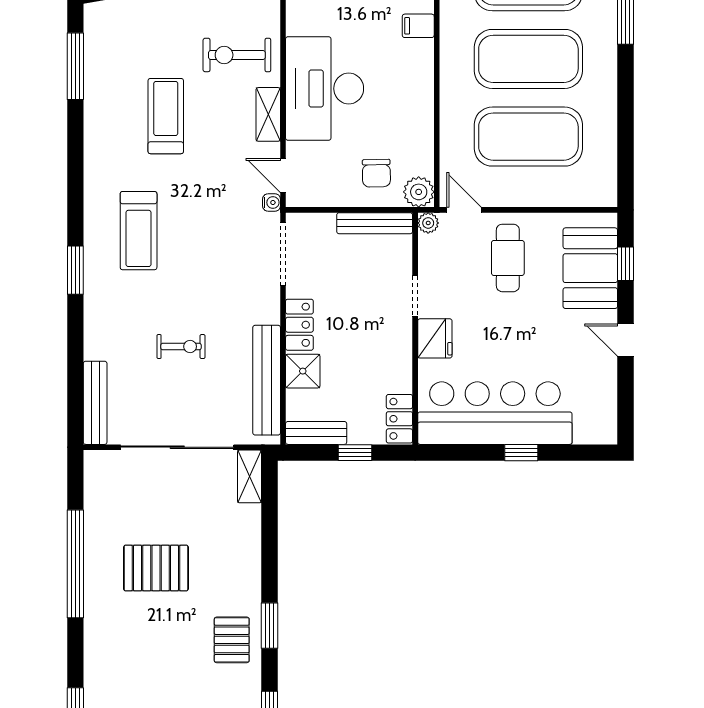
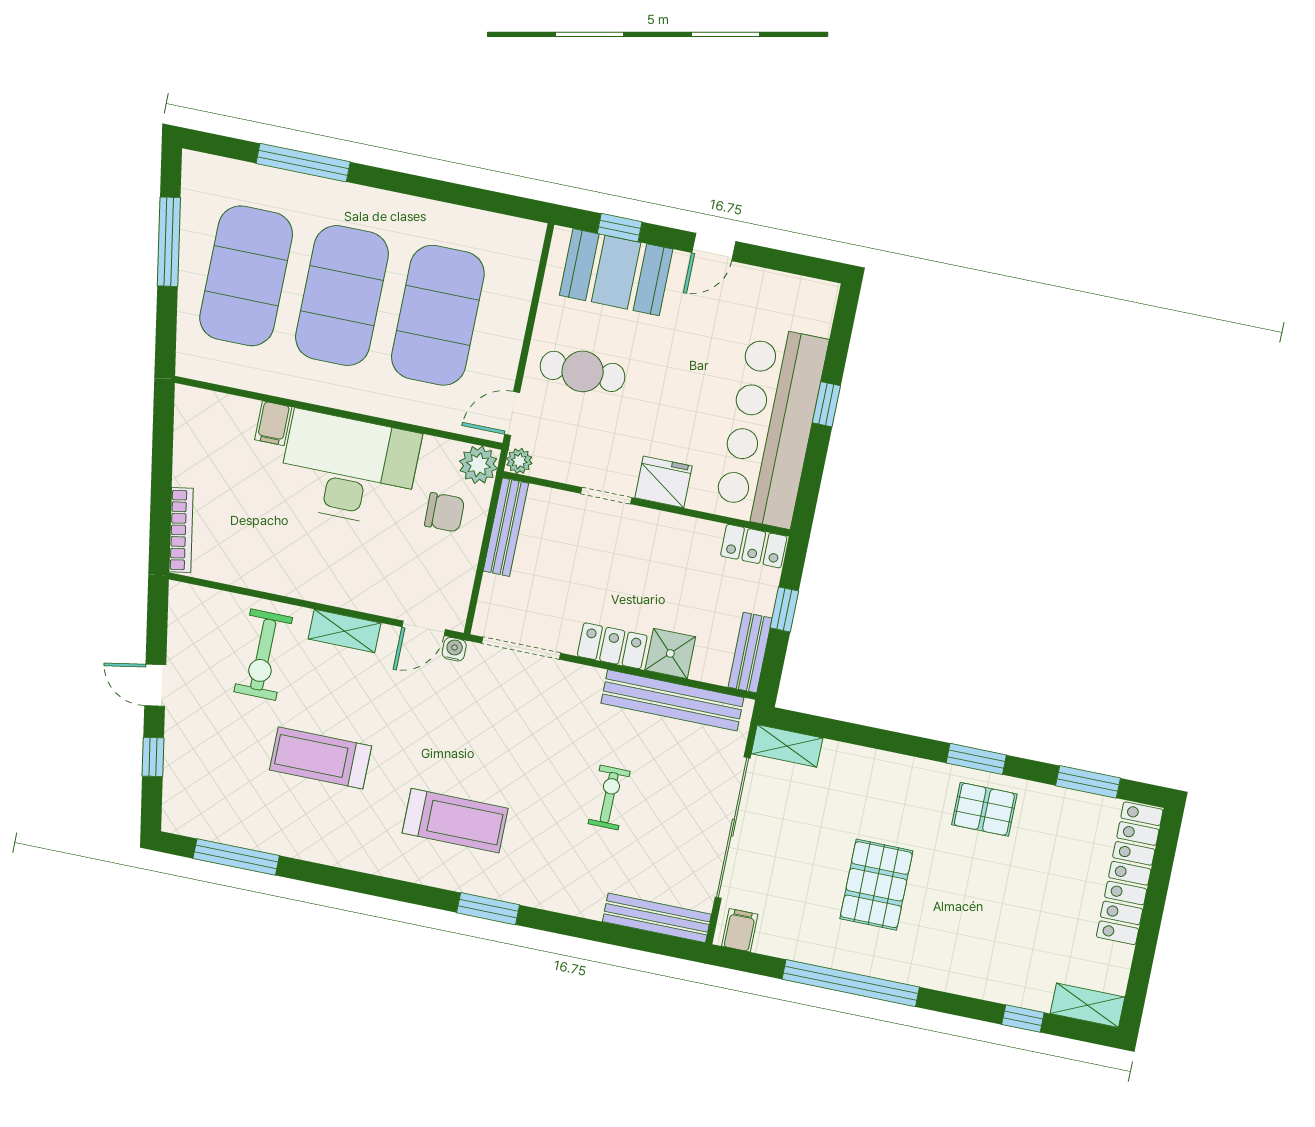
desk: (325, 89) -> (349, 469), moved, turned 180
filing cabinet: (99, 469) -> (740, 930), added

